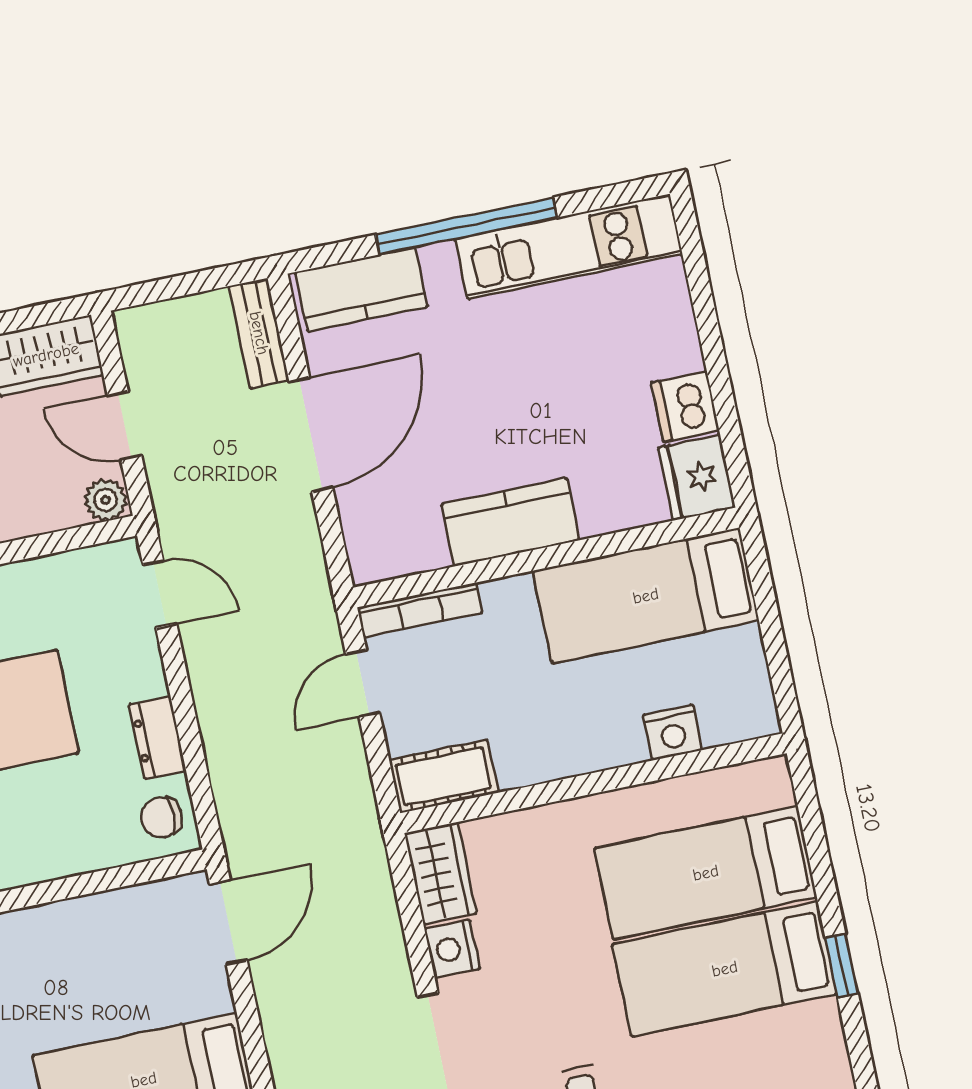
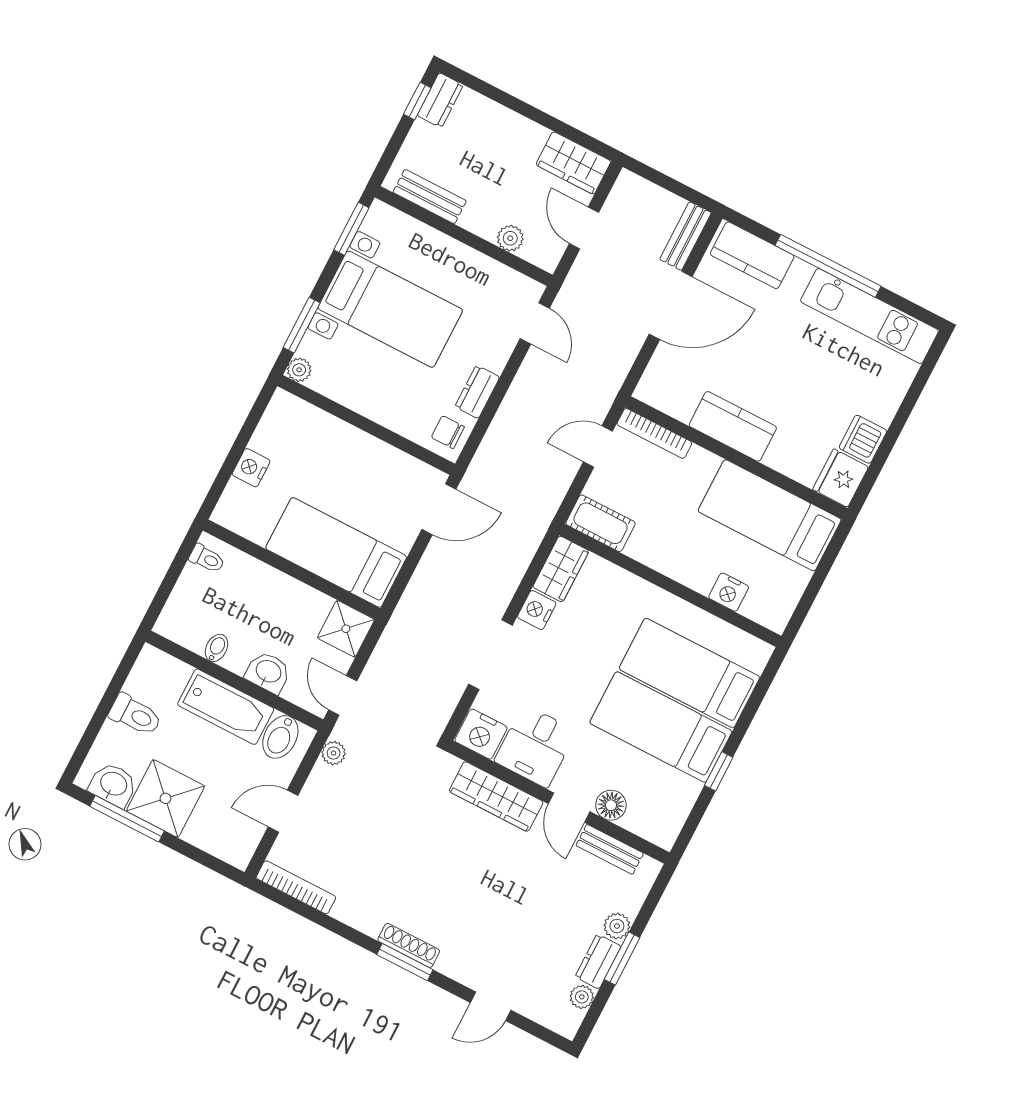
plant: (106, 500) -> (510, 238), moved

